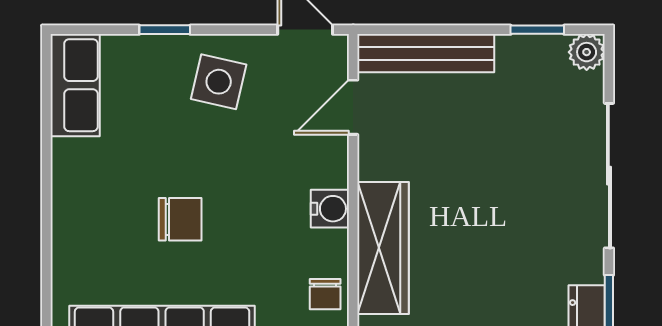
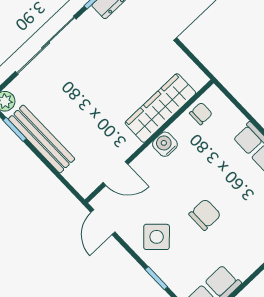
bench: (426, 53) -> (42, 139), moved
side table: (219, 82) -> (157, 237), turned 31
chair: (180, 219) -> (205, 215), moved, turned 90

